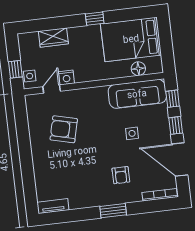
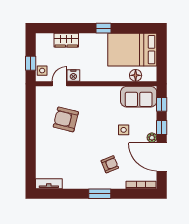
sofa: (137, 94) -> (139, 97), width x0.73
plant: (166, 138) -> (152, 138), added
armchair: (121, 175) -> (110, 164), turned -112

